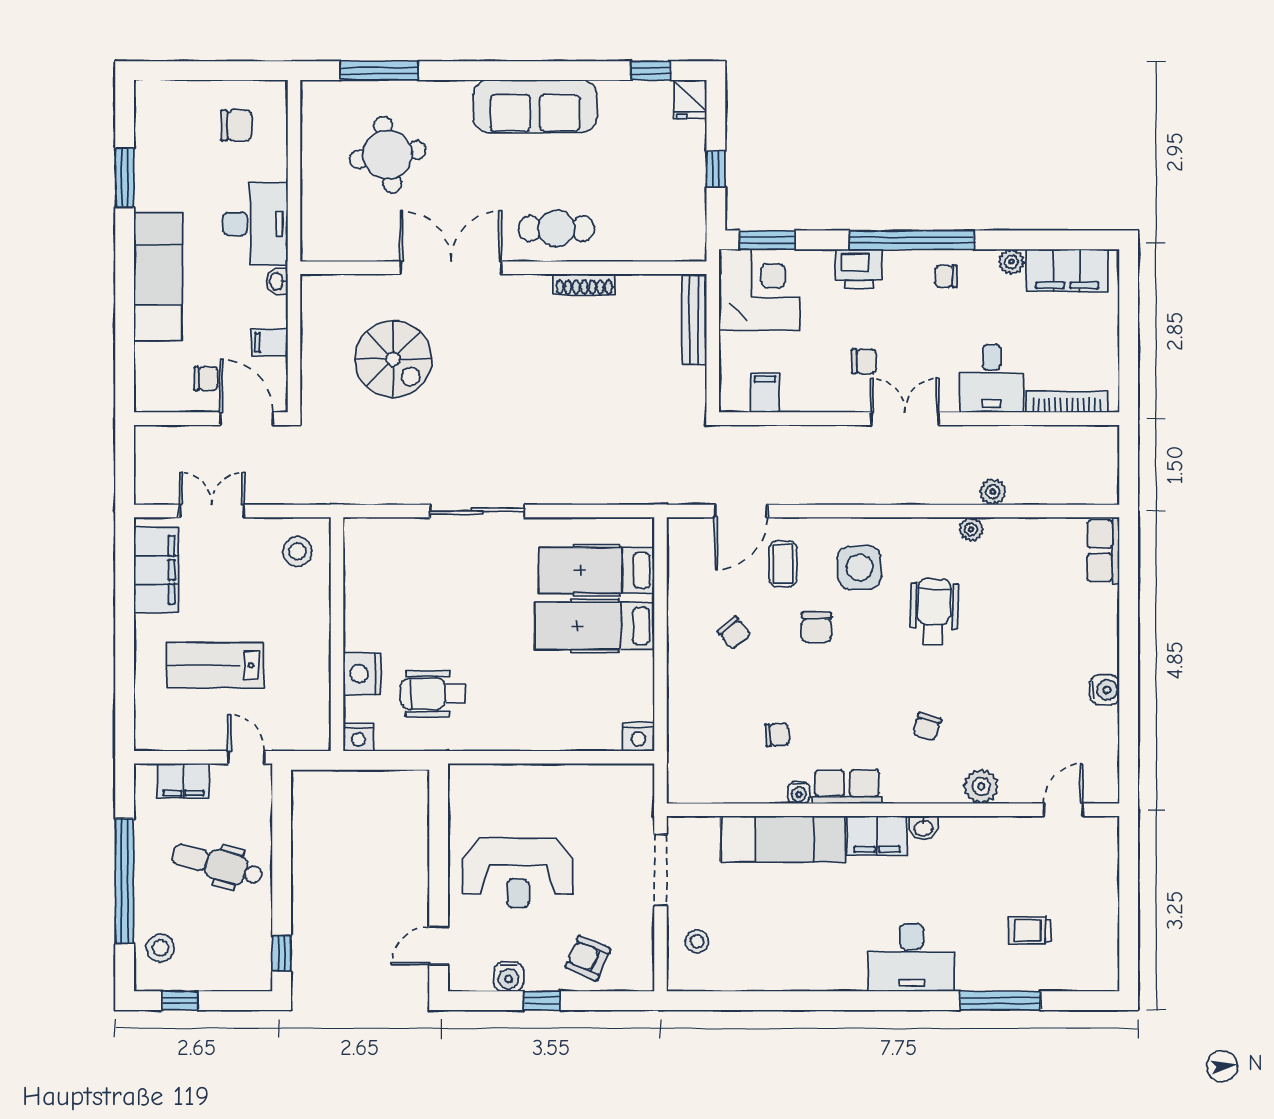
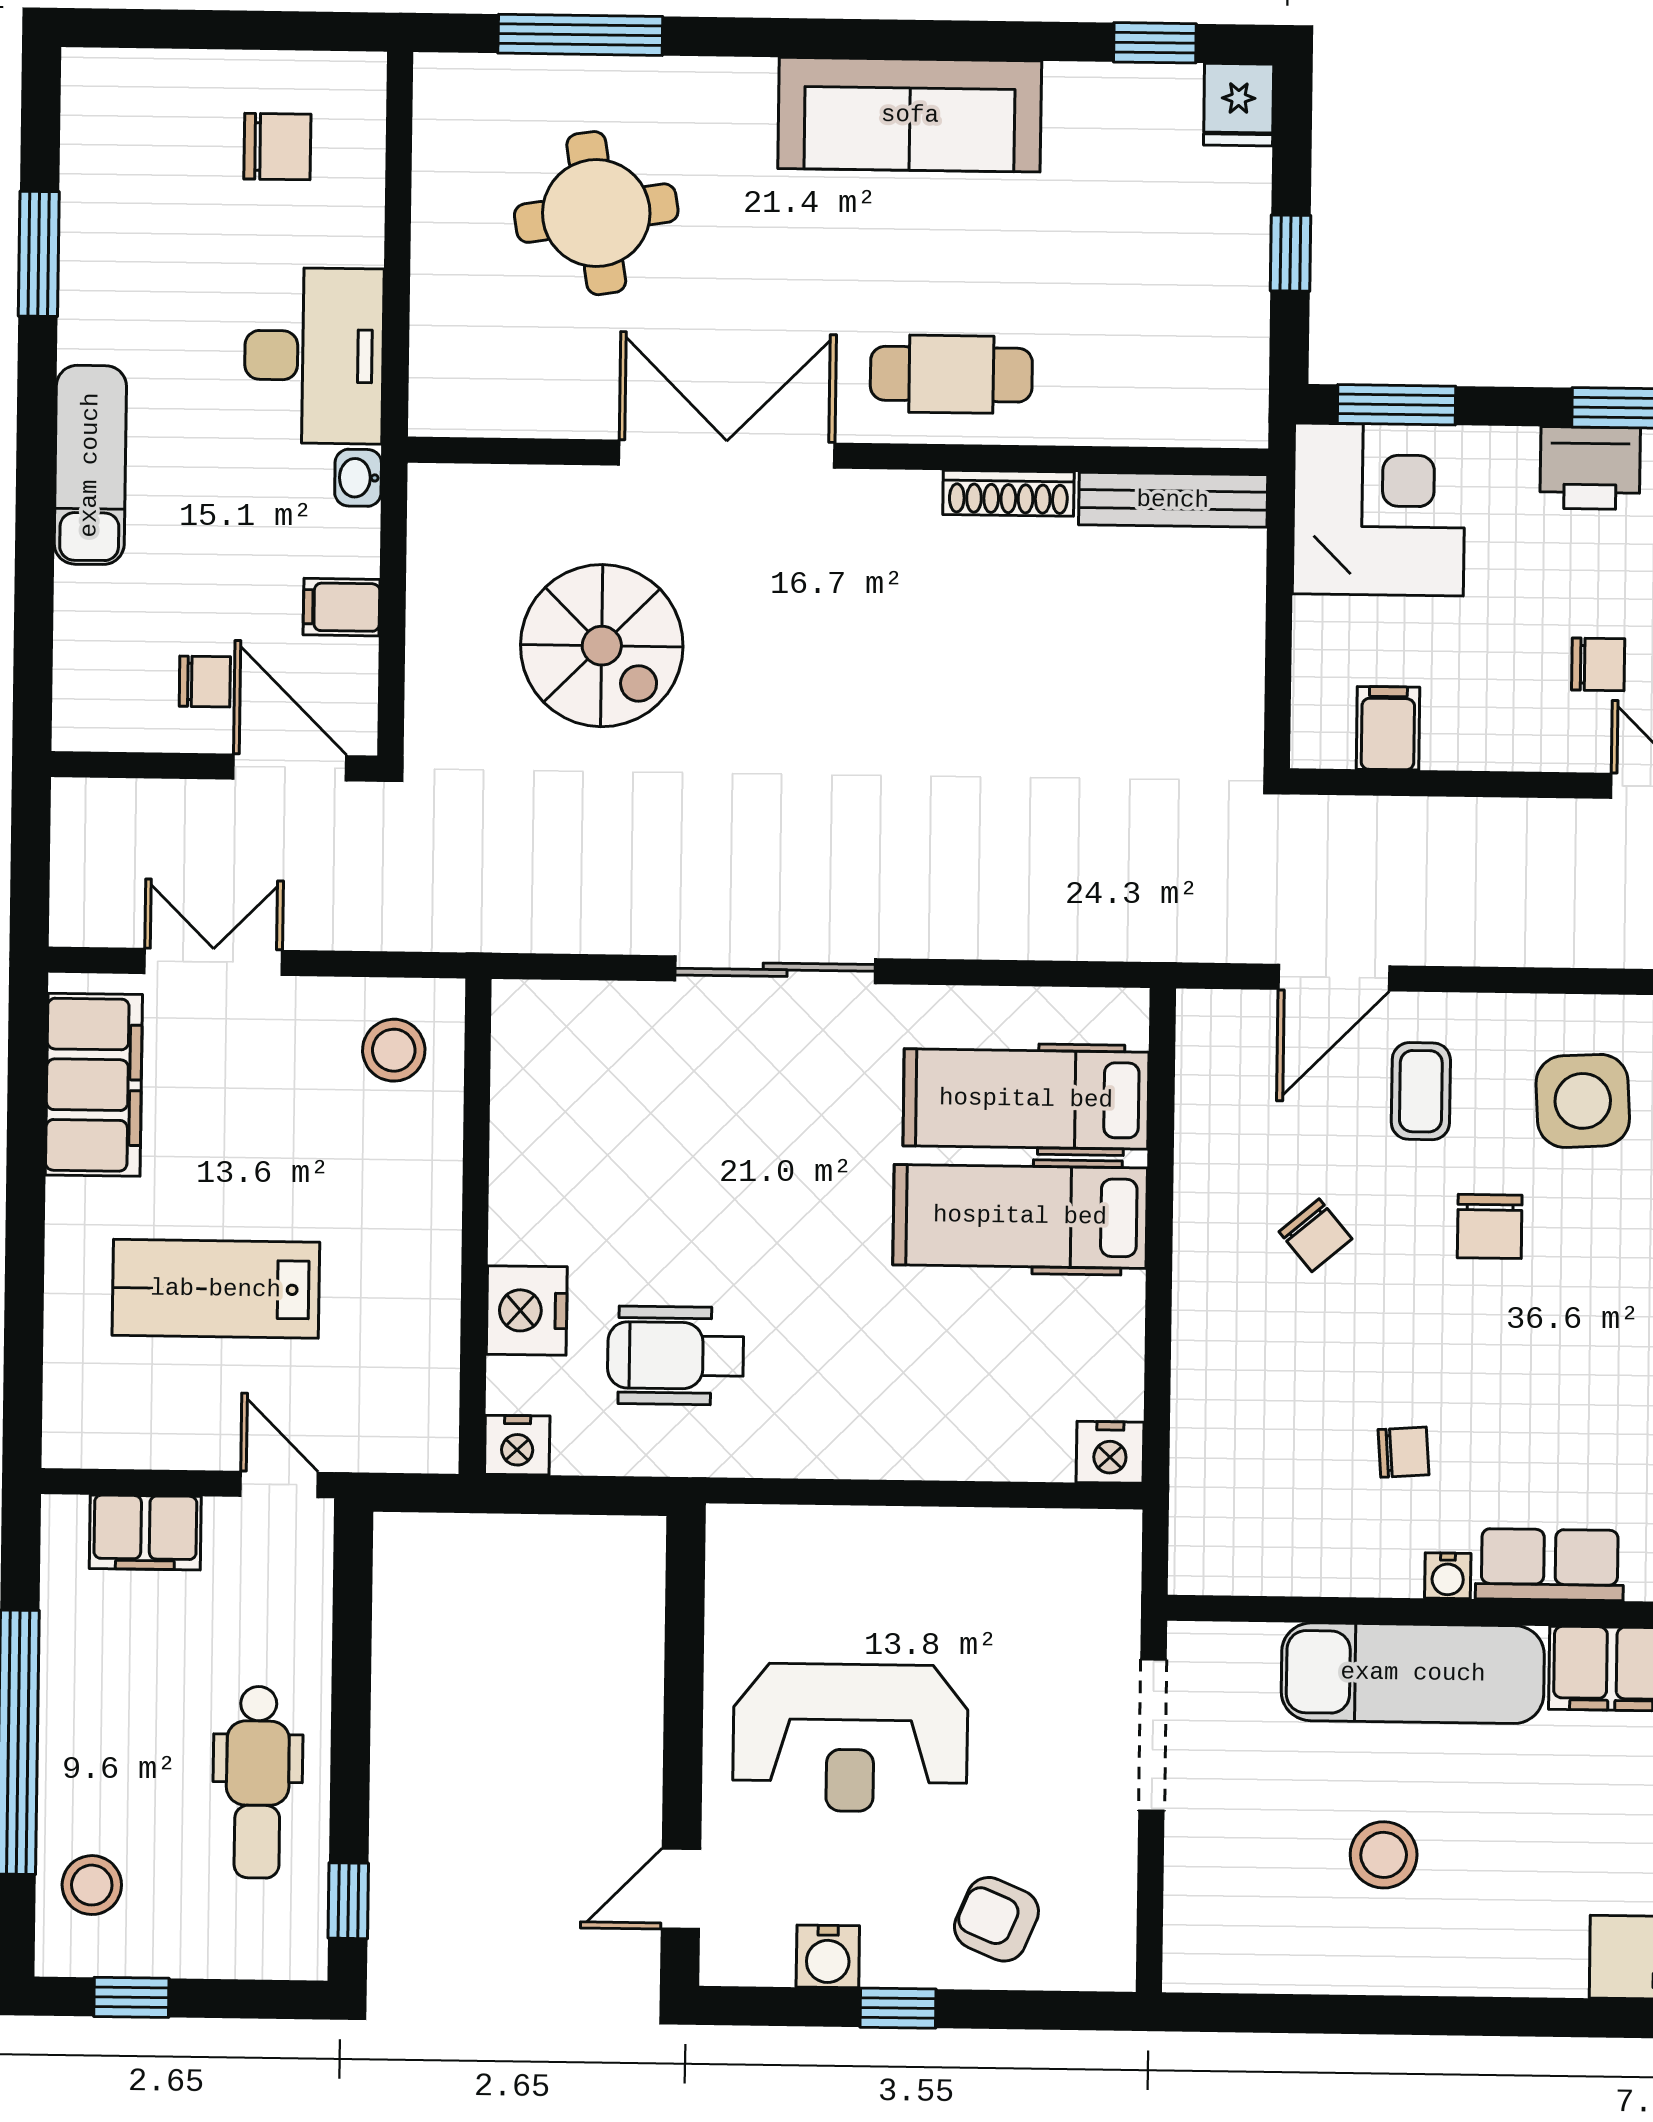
exam couch: (158, 277) -> (90, 465), width x0.73, depth x0.69
bench: (694, 320) -> (1173, 500), moved, turned 90
dental chair: (217, 865) -> (258, 1782), moved, turned -105
stool: (697, 941) -> (1384, 1855), moved, width x1.37, depth x1.37

